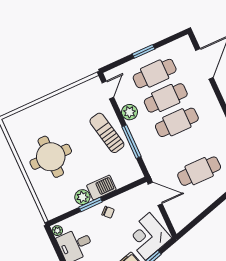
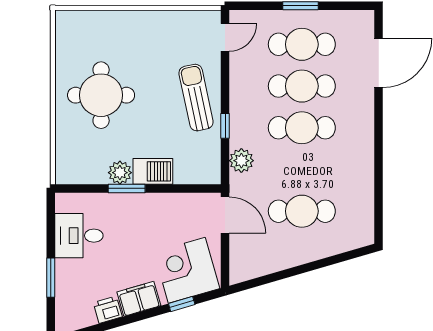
plant: (130, 112) -> (241, 161), moved
window: (131, 142) -> (225, 126), width x0.46
chair: (108, 212) -> (147, 211), removed
plant: (57, 231) -> (63, 204), removed

